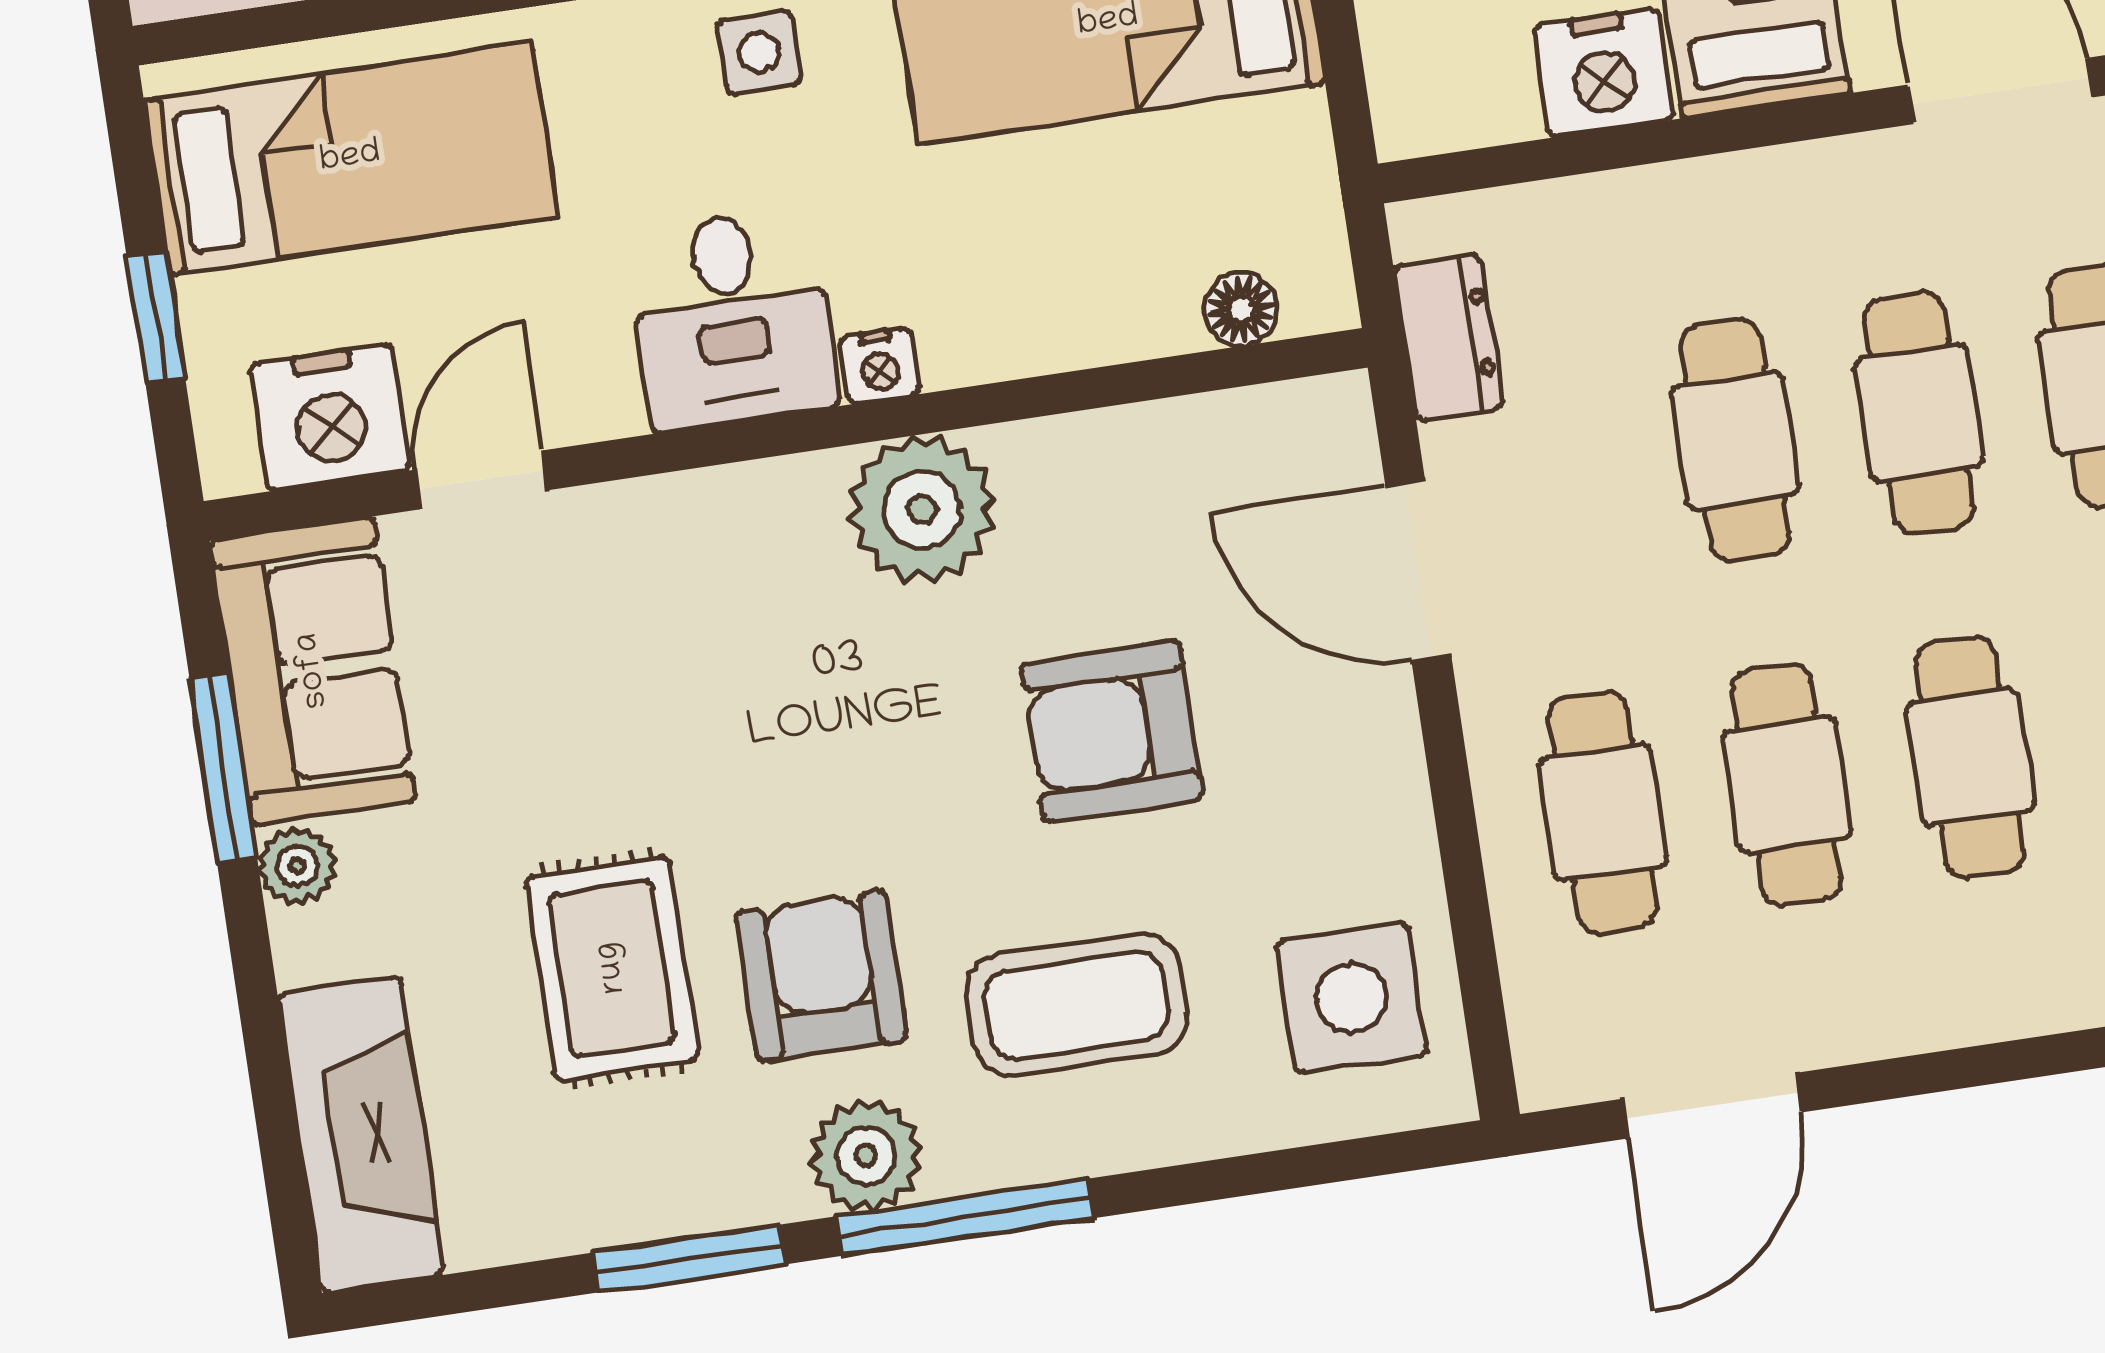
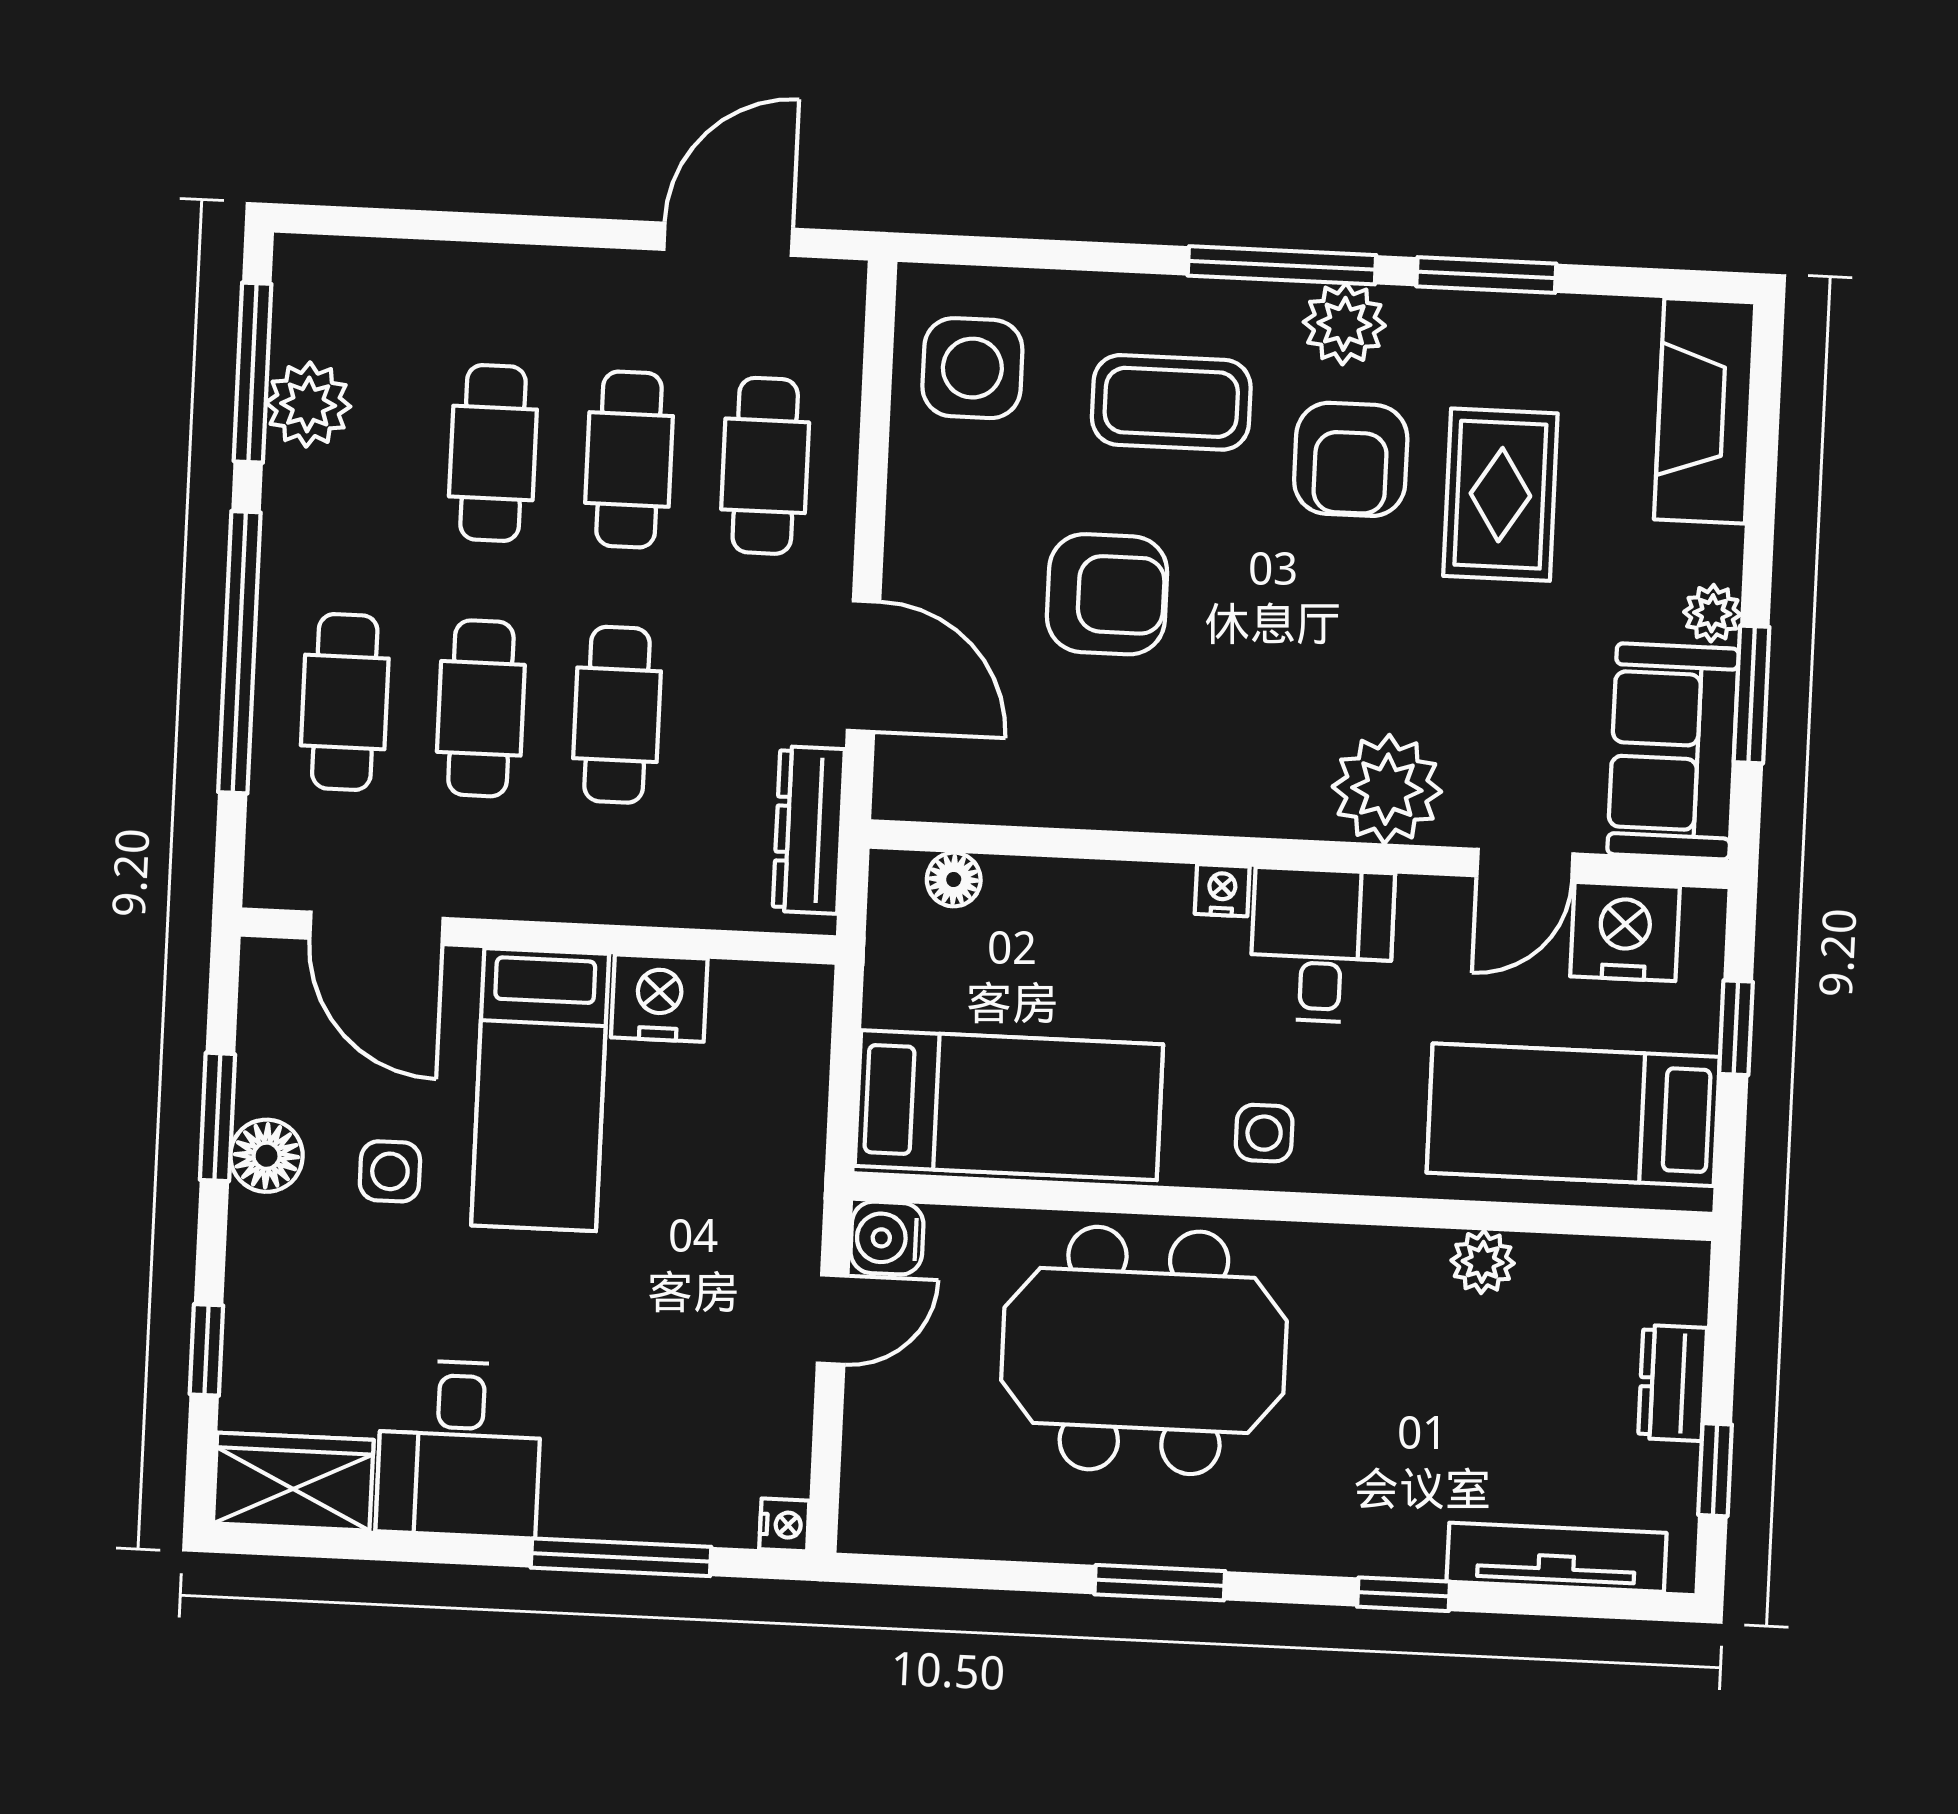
dresser: (1448, 337) -> (809, 830), width x1.44
plant: (922, 509) -> (1387, 789), moved

